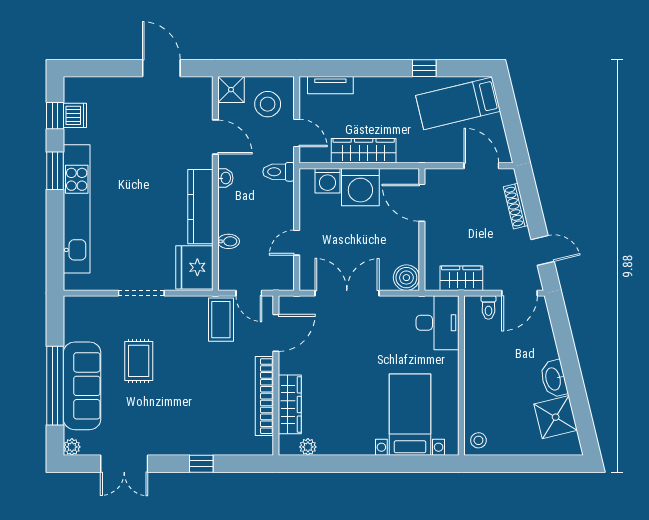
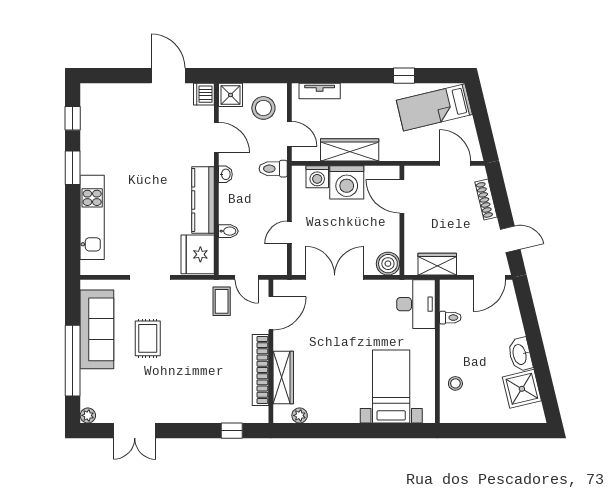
dishwasher: (75, 115) -> (204, 94), moved, turned 180
kitchen unit: (77, 209) -> (92, 217), width x0.73
toilet: (488, 307) -> (450, 318), moved, turned -90
coffee table: (221, 320) -> (222, 301), width x0.73, depth x0.77
sofa: (82, 386) -> (97, 329), moved
stool: (478, 440) -> (455, 383), moved
window: (201, 464) -> (232, 431), moved

